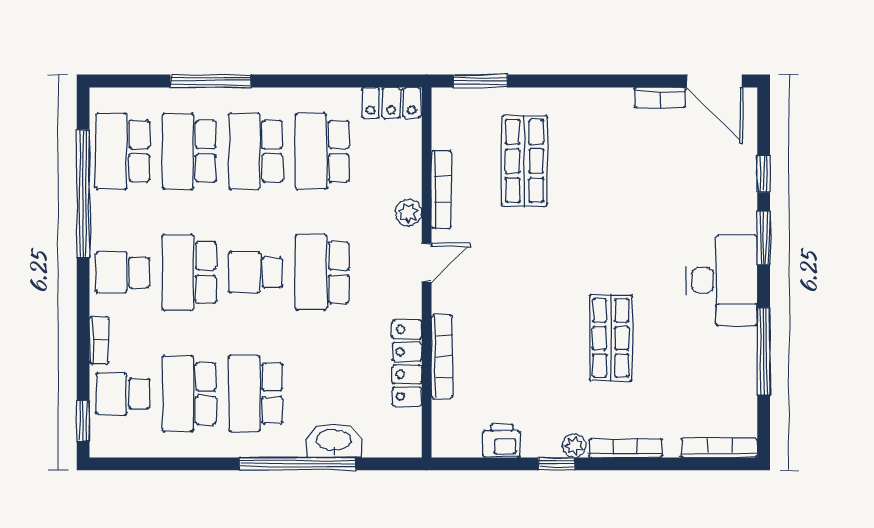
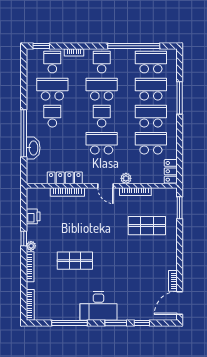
school desk: (256, 394) -> (52, 116), width x0.54

